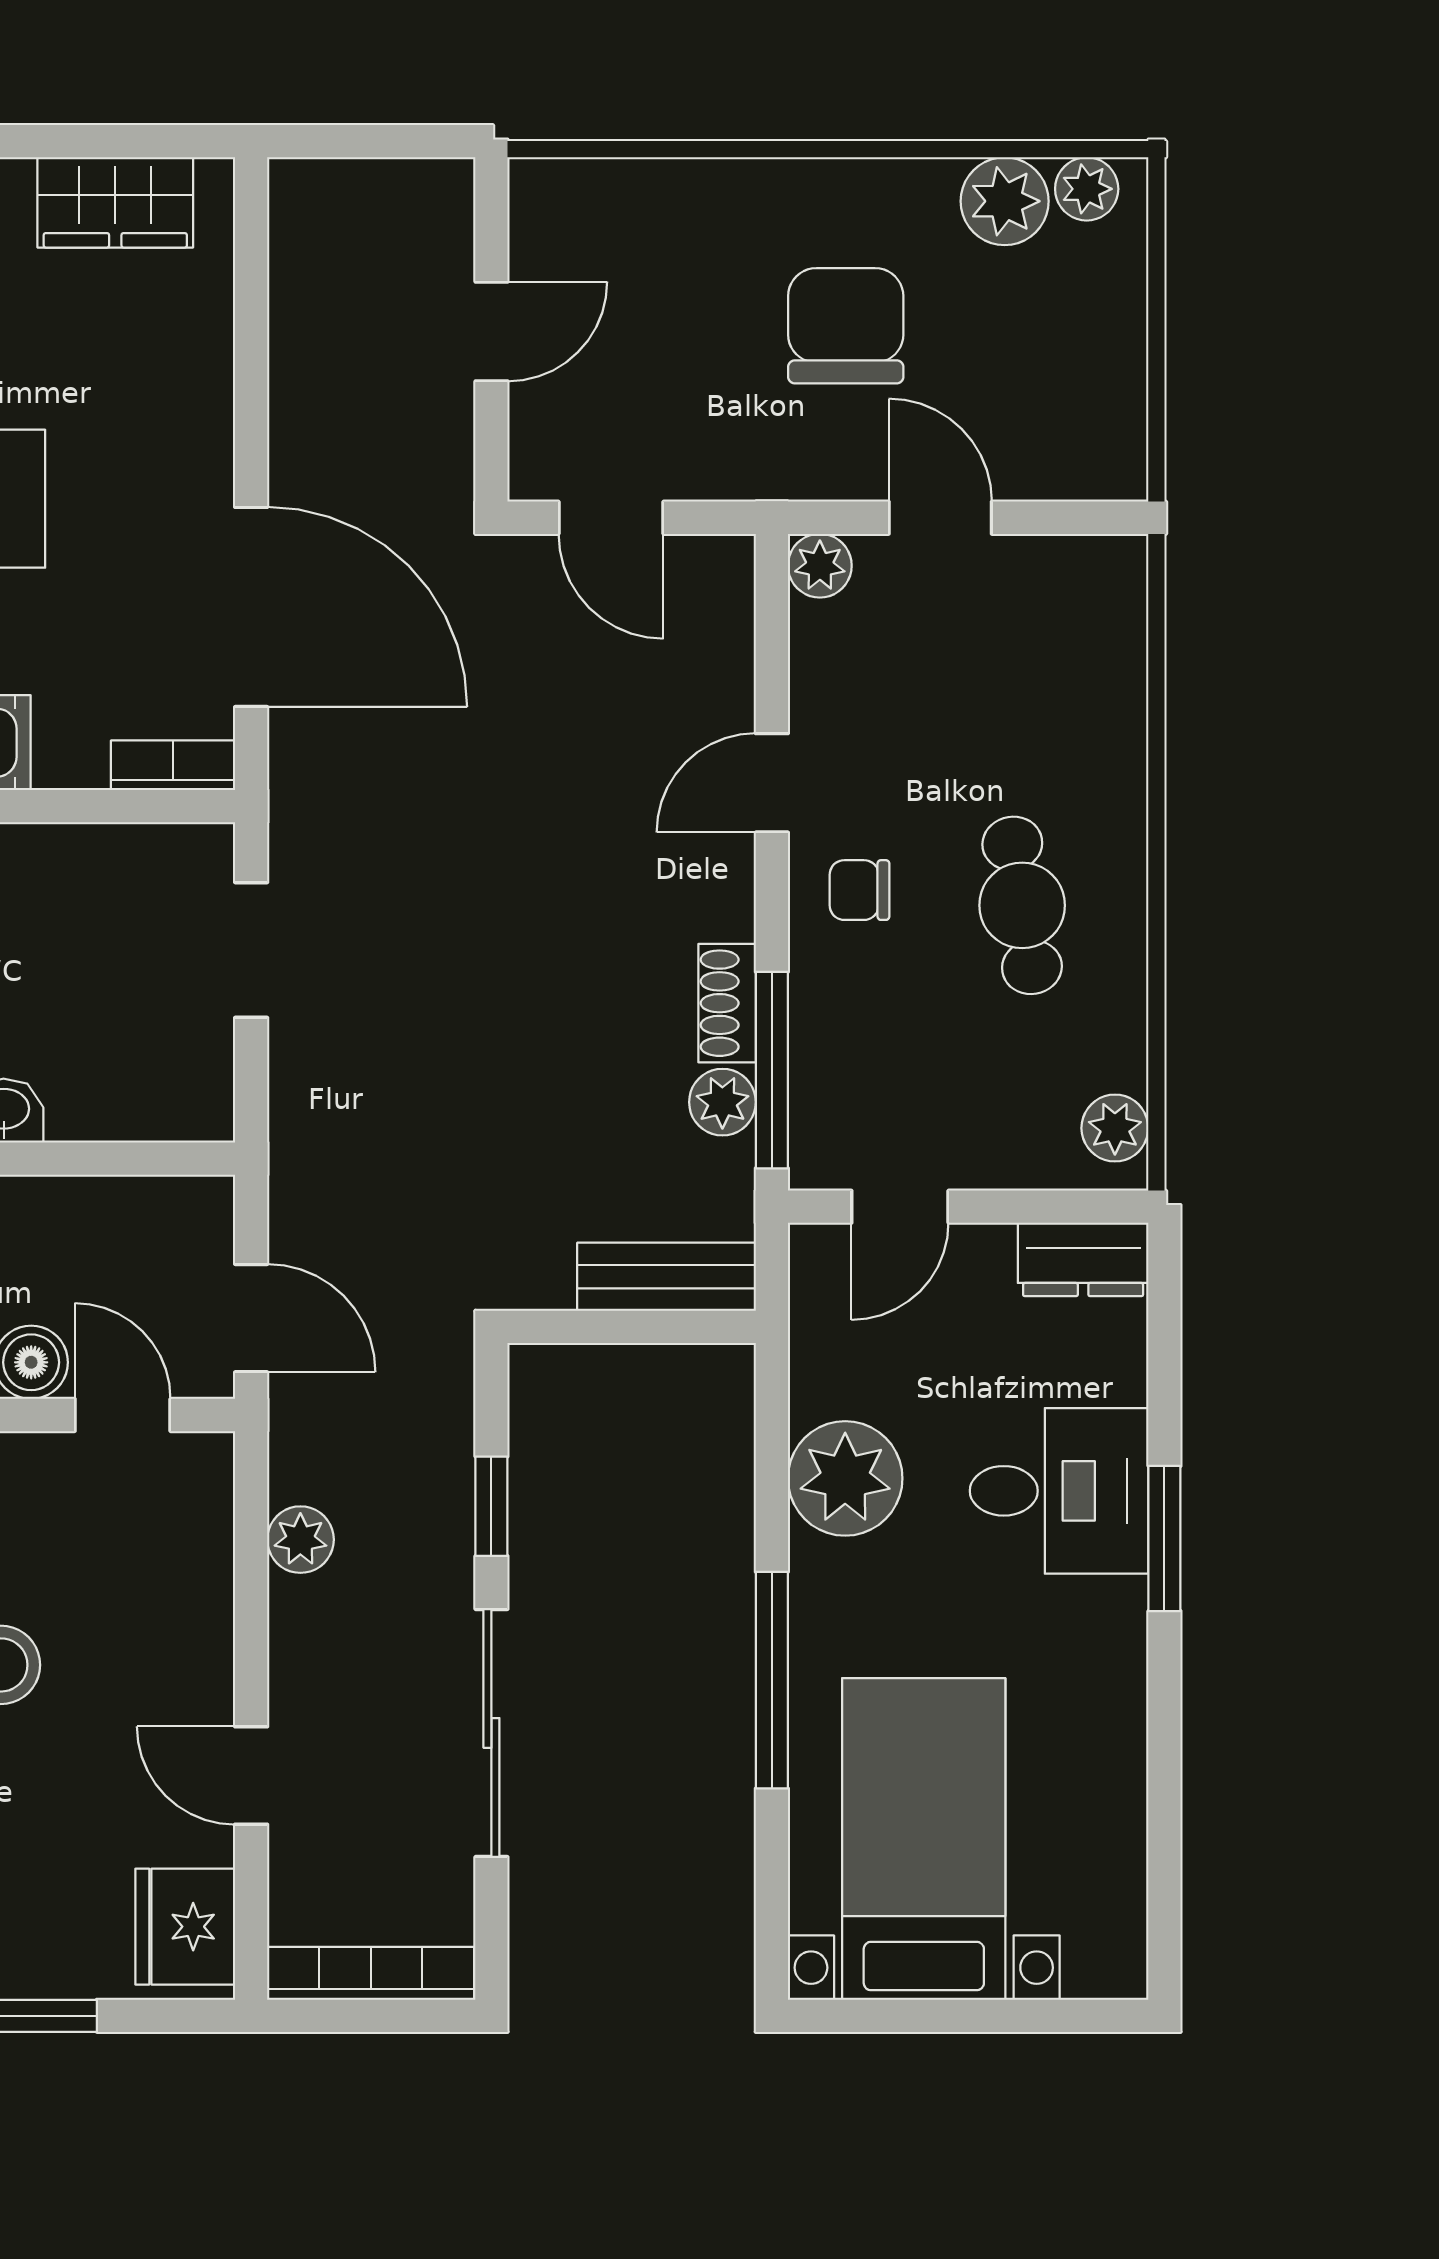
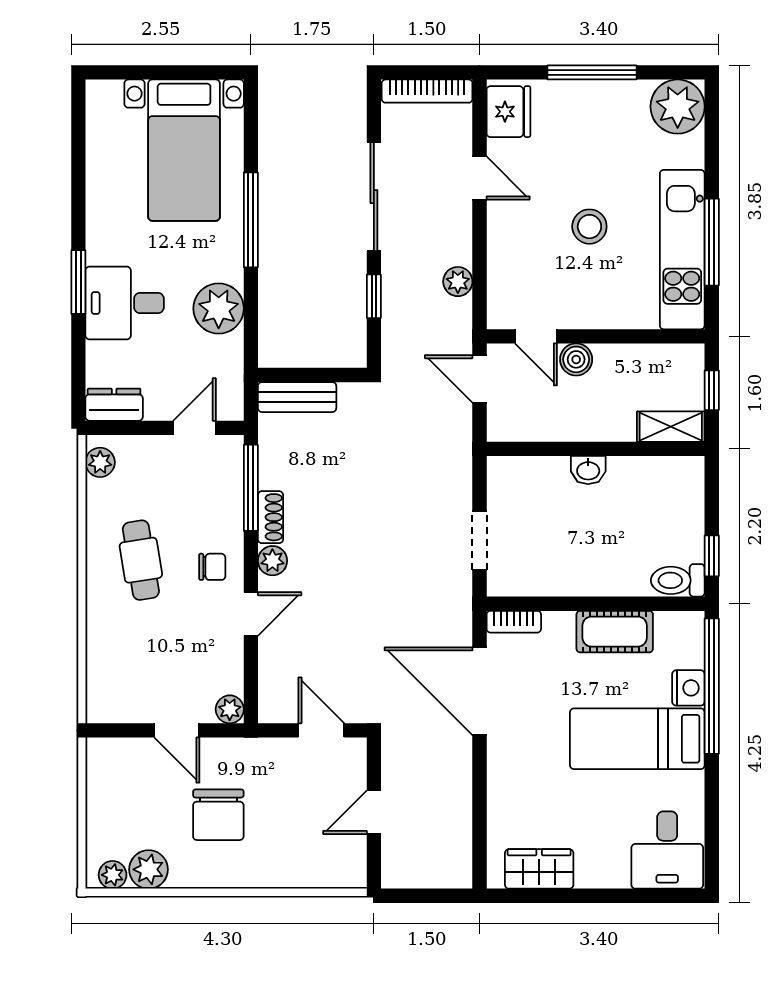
plant: (722, 1102) -> (272, 561), moved

